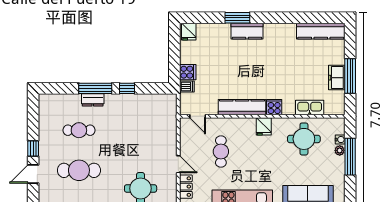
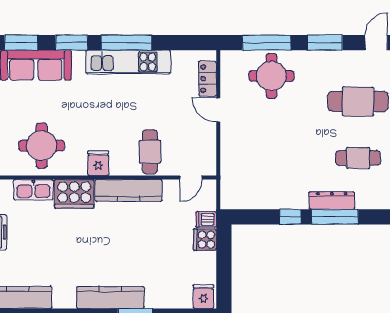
kitchen counter: (247, 31) -> (110, 297), width x1.50
dresser: (93, 100) -> (332, 200), width x1.44
cooker: (274, 107) -> (74, 194), width x1.87, depth x1.31
door: (198, 116) -> (191, 177), swing flipped
cafe table: (221, 152) -> (150, 152), moved

